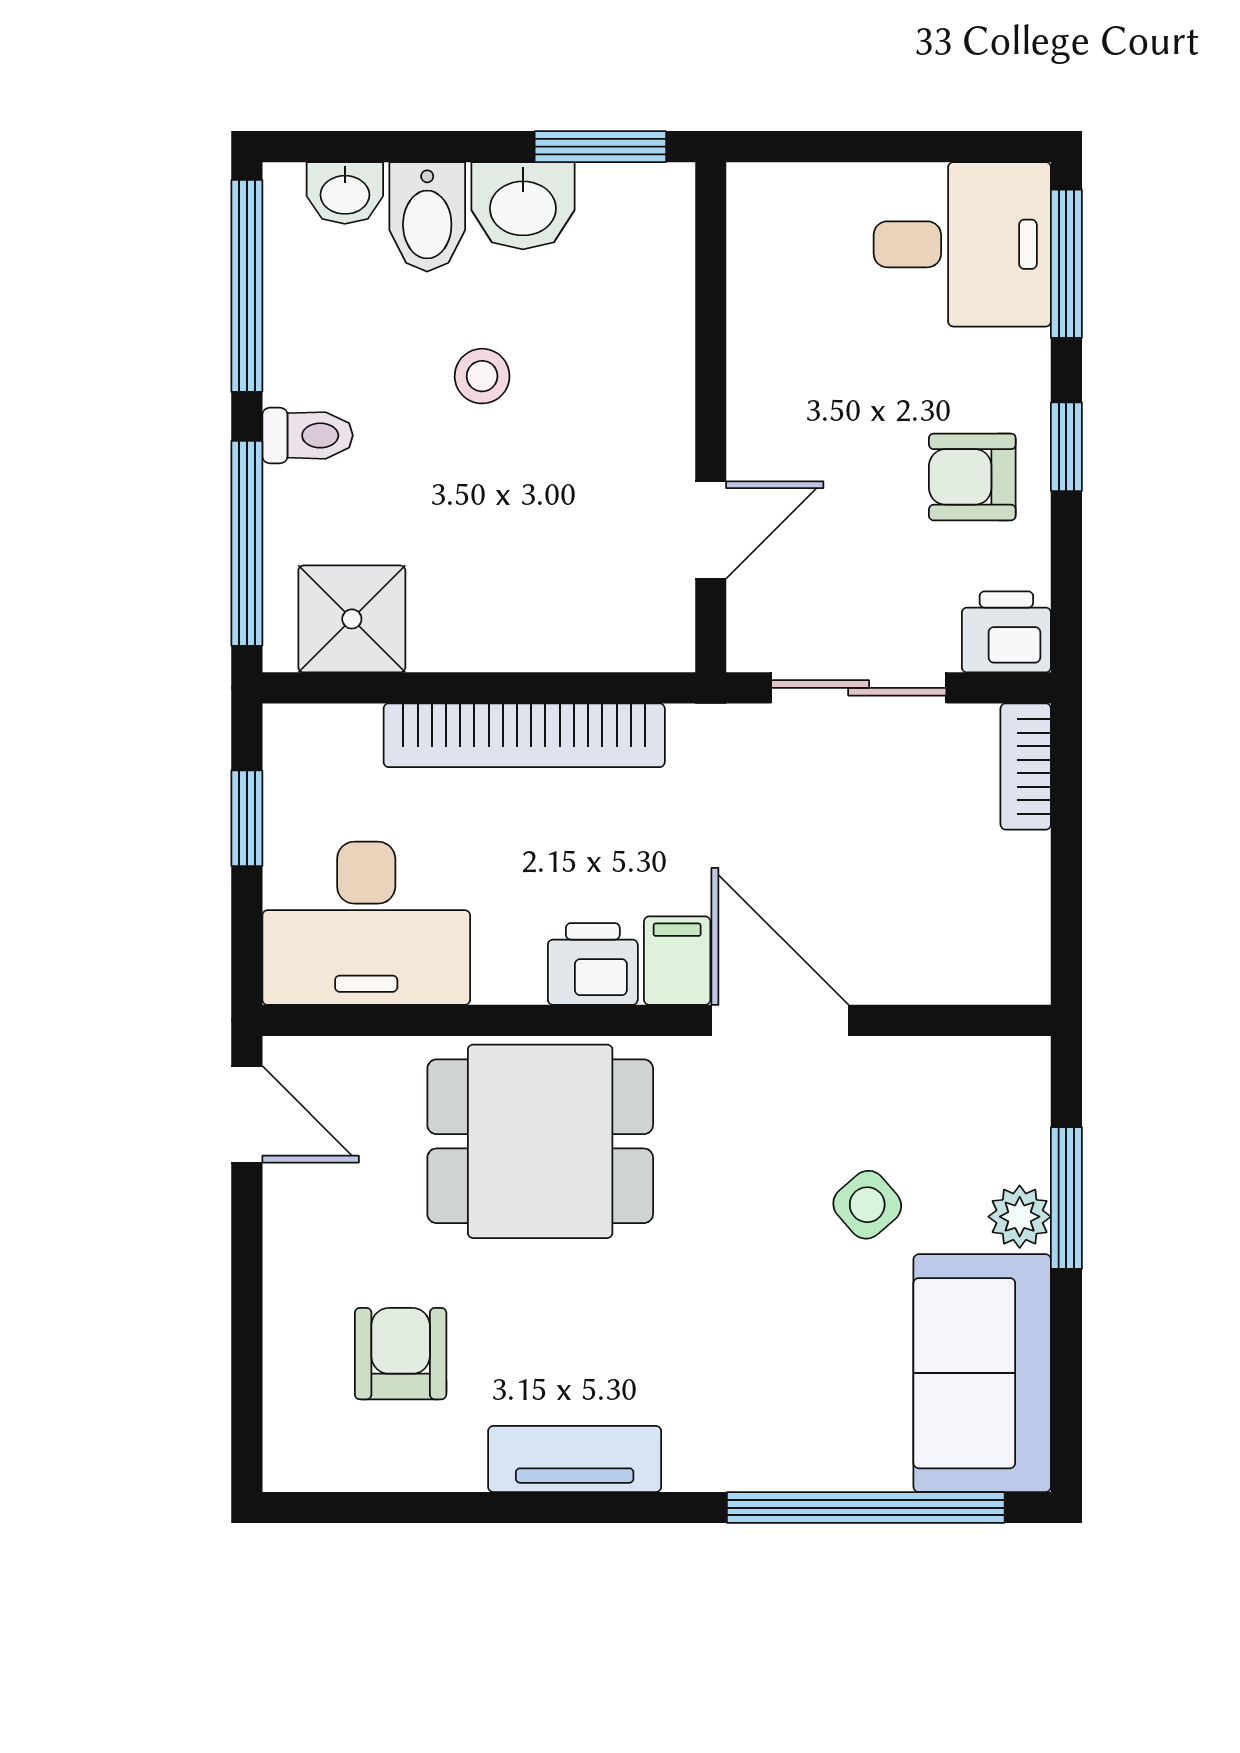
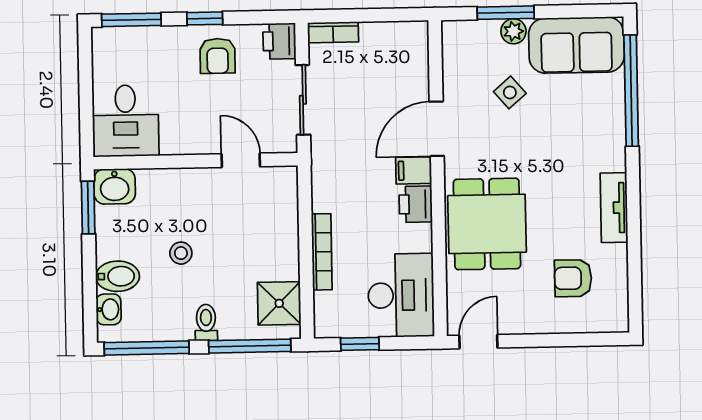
washbasin: (523, 206) -> (115, 186), moved, turned 90
desk: (962, 244) -> (126, 121), moved, turned 180
bookcase: (524, 735) -> (322, 252), width x0.68, depth x0.76

